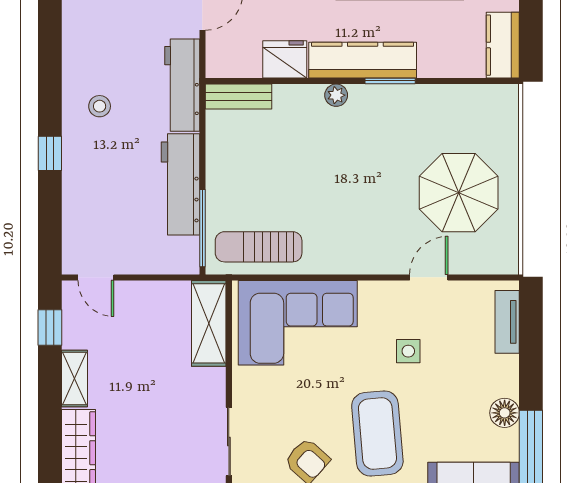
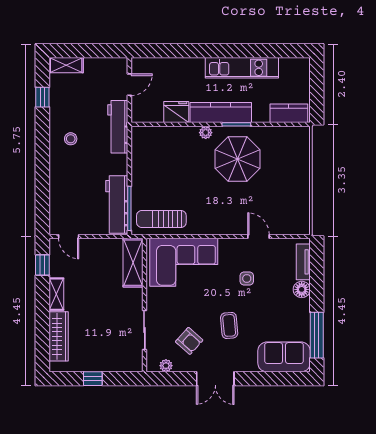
kitchen counter: (503, 45) -> (289, 113), moved, turned 90
bench: (239, 97) -> (150, 133), removed
window: (50, 153) -> (42, 97), moved
workbench: (181, 184) -> (117, 205), moved
parasol: (459, 193) -> (238, 159), moved
door: (429, 277) -> (258, 236), hinge flipped
floor lamp: (505, 413) -> (302, 289), moved
coffee table: (377, 433) -> (229, 325), width x0.54, depth x0.58

